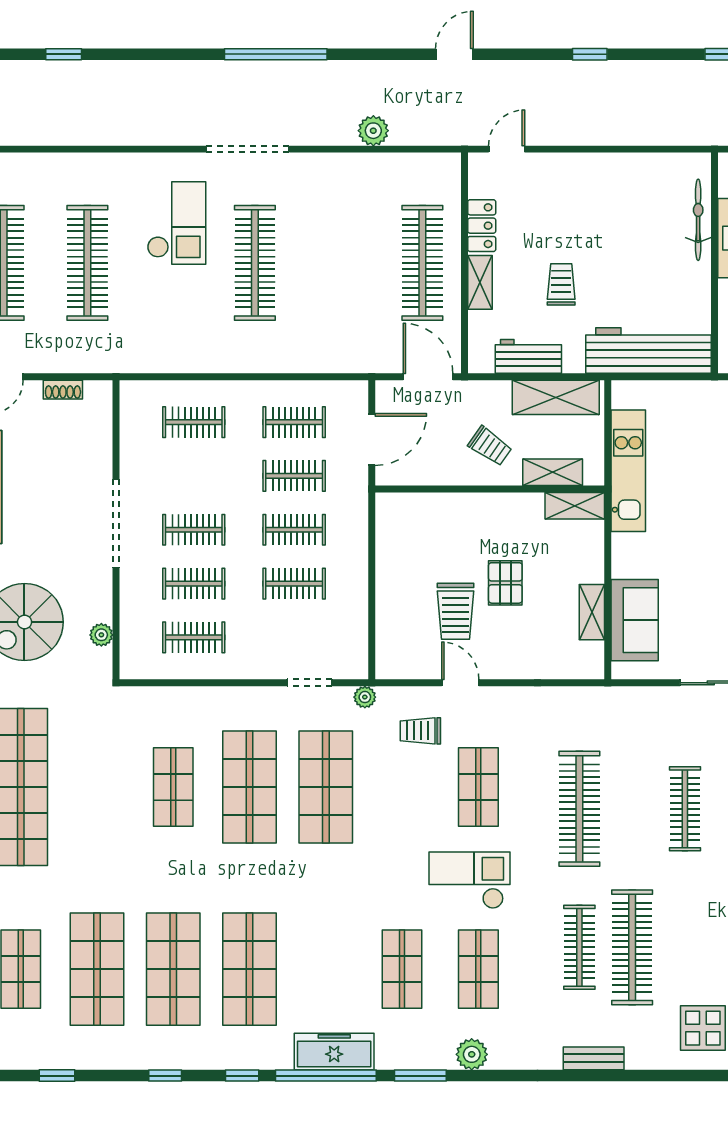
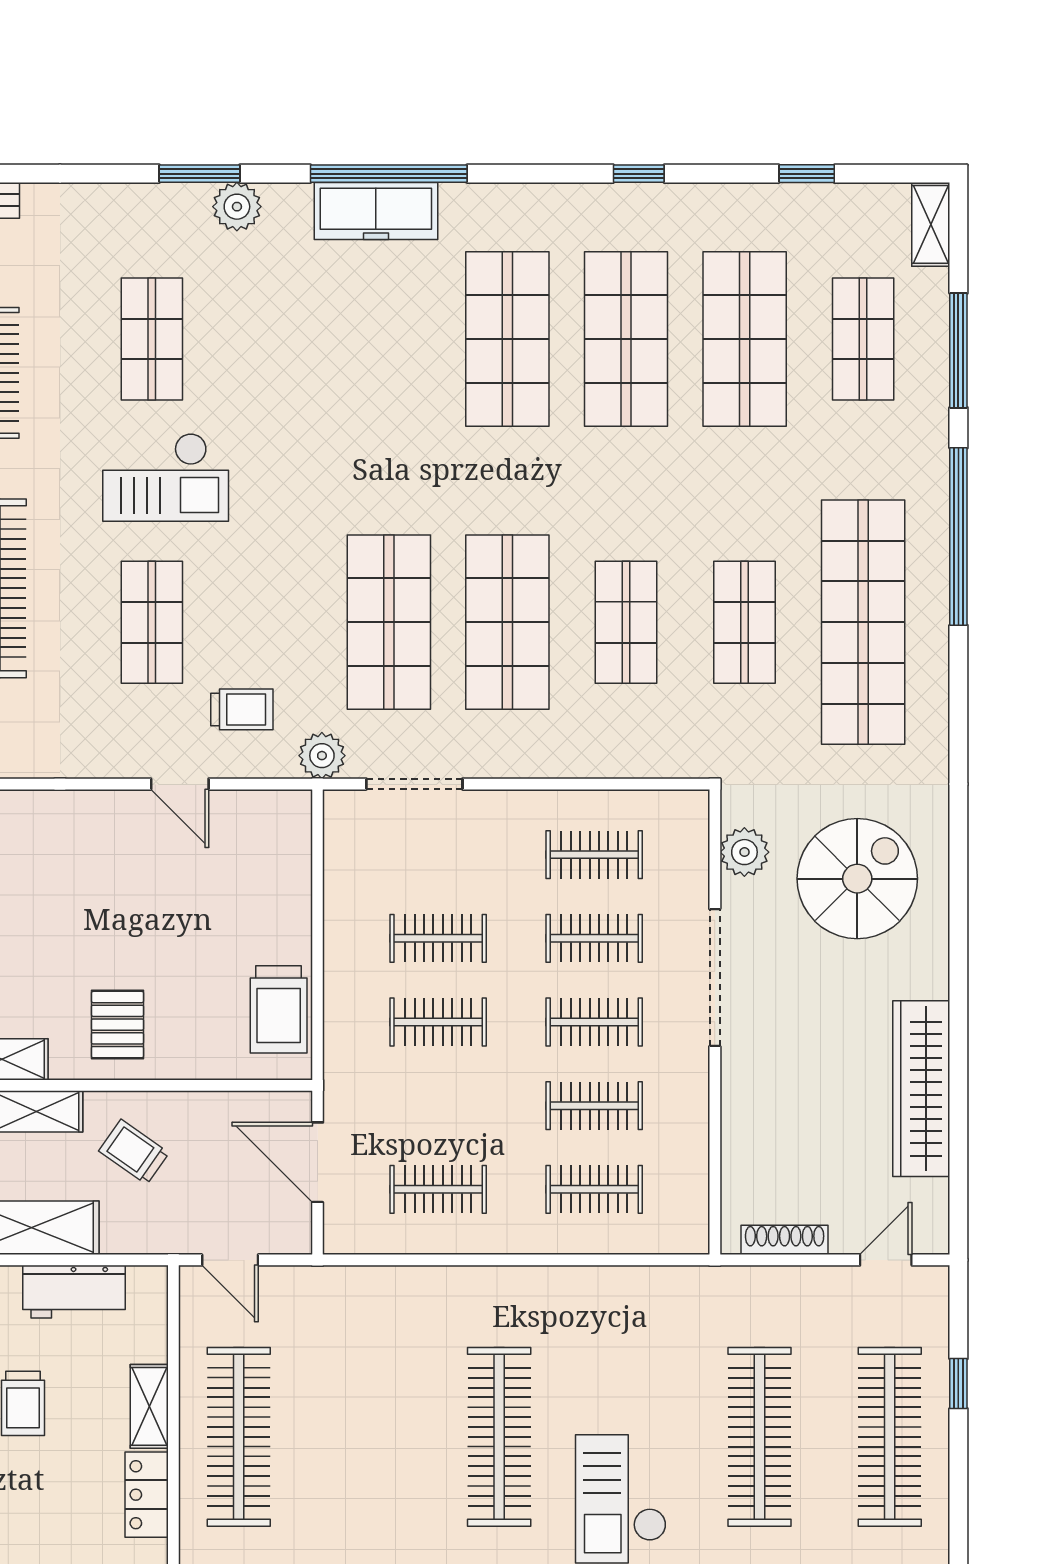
door: (428, 377) -> (230, 1260), width x0.73
shoe rack: (63, 390) -> (785, 1240), width x1.43
door: (372, 439) -> (318, 1162), hinge flipped
clothes rail: (294, 476) -> (594, 1106), moved
doorway: (116, 523) -> (715, 978), moved
pallet: (505, 583) -> (117, 1025), moved
trolley: (455, 611) -> (279, 1009), moved, turned 180
plant: (101, 635) -> (744, 852), width x1.38, depth x1.38
doorway: (309, 683) -> (414, 784), width x1.38
plant: (365, 697) -> (322, 756), width x1.38, depth x1.38
shop shelf: (402, 969) -> (745, 622), moved
plant: (472, 1054) -> (237, 207), moved
window: (242, 1076) -> (519, 174), removed
window: (420, 1076) -> (199, 174), moved

